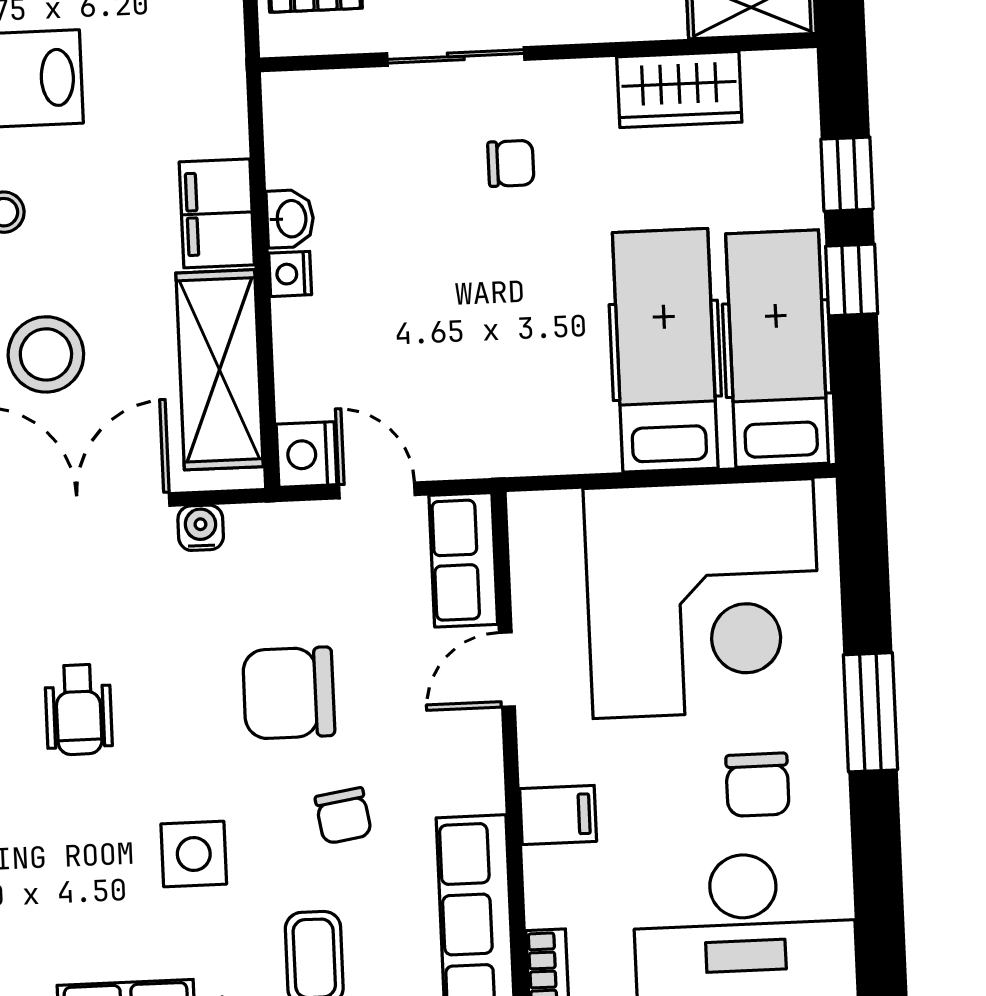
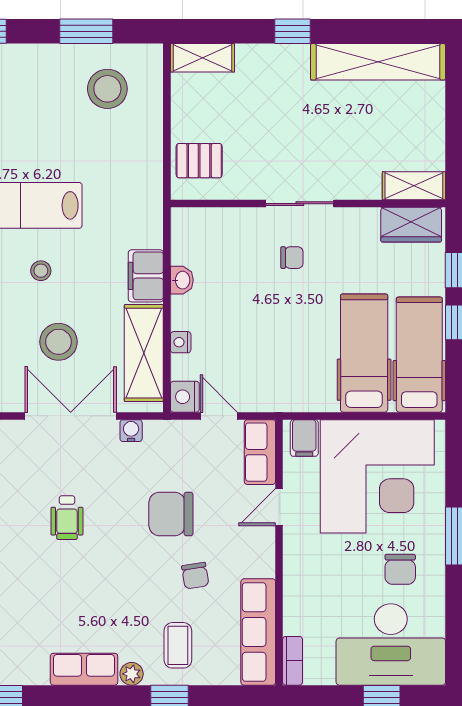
sliding door: (456, 56) -> (300, 204), moved
wardrobe: (679, 89) -> (411, 225), moved
nightstand: (290, 274) -> (181, 342), moved
filing cabinet: (558, 815) -> (304, 438), moved, turned 90
side table: (194, 854) -> (121, 591), removed

